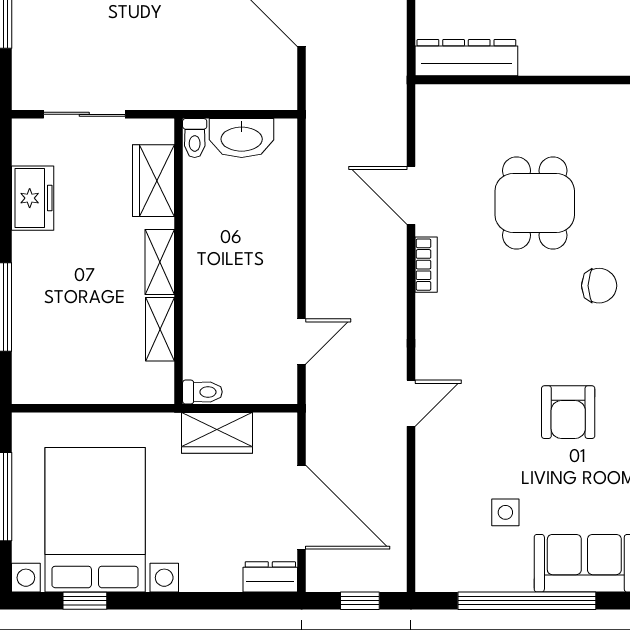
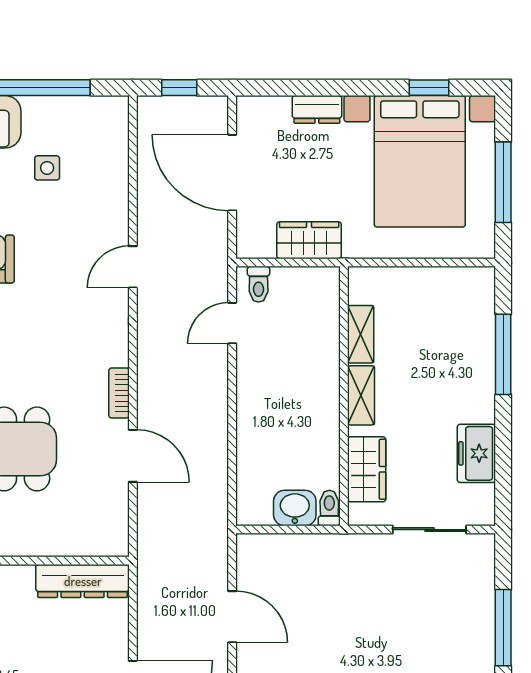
washbasin: (242, 138) -> (295, 508), width x0.72
toilet: (202, 392) -> (259, 284), moved, turned -90
dresser: (270, 577) -> (317, 109), moved

